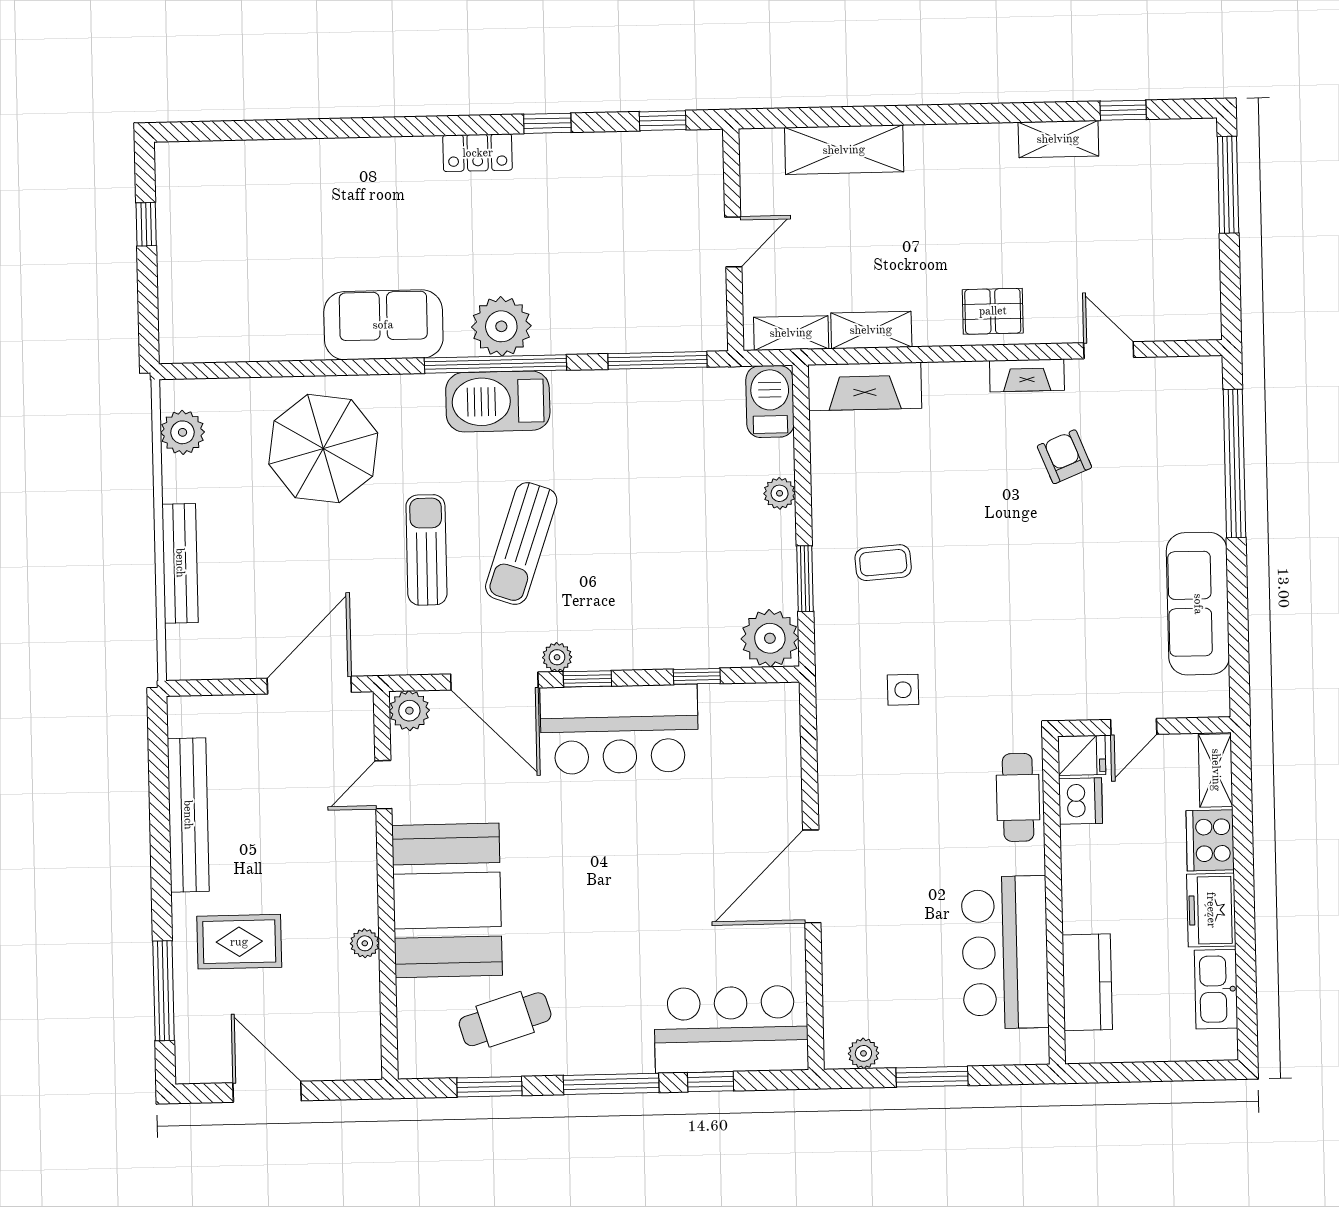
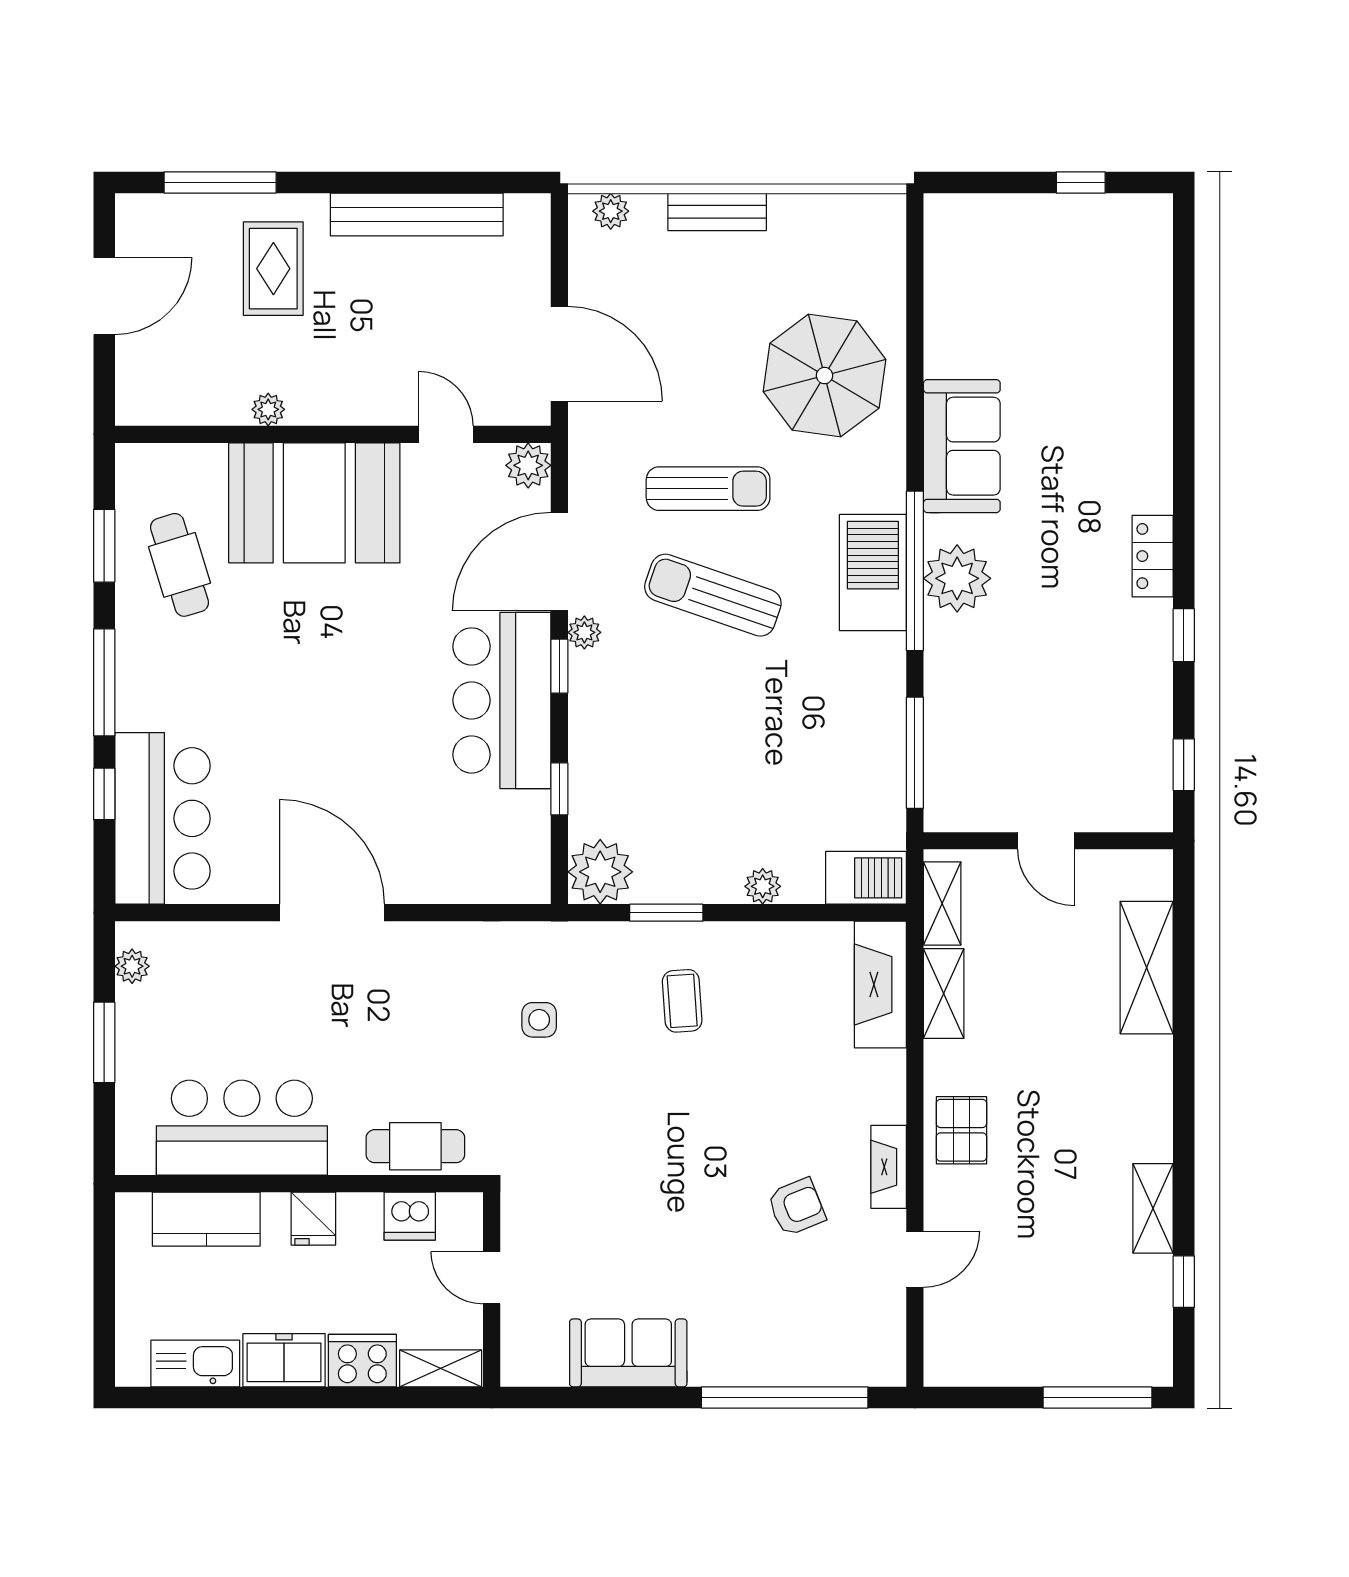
plant: (183, 432) -> (611, 211), moved, width x0.73, depth x0.73
bench: (180, 563) -> (717, 212), width x0.73
sofa: (1198, 604) -> (628, 1353), width x0.73
fridge: (1082, 755) -> (313, 1219), moved

